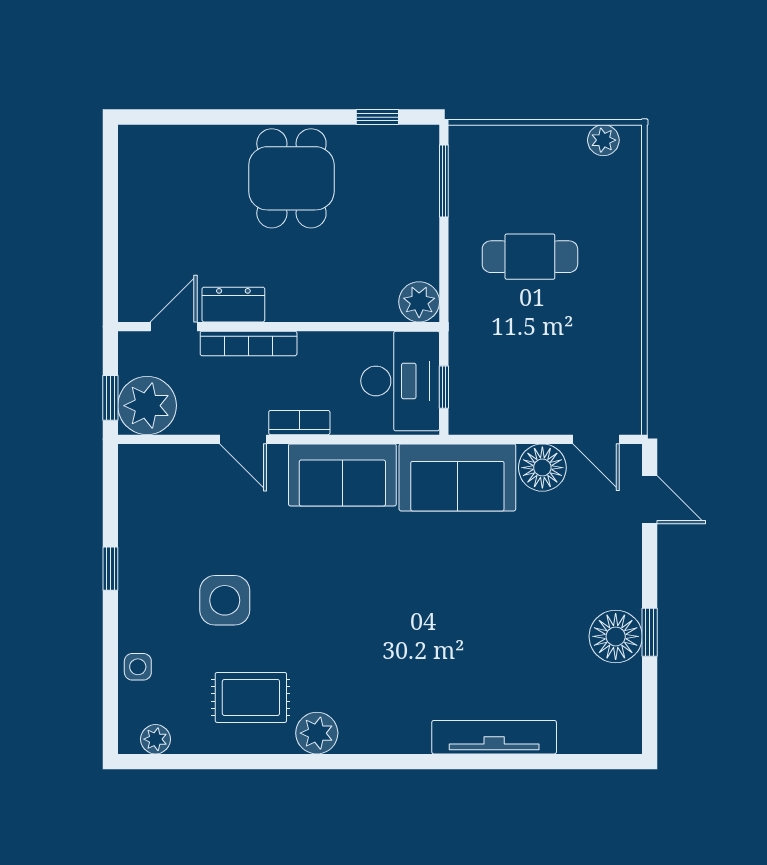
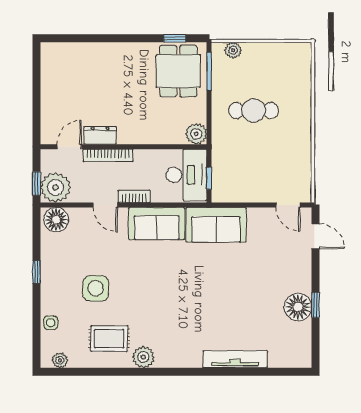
plant: (603, 140) -> (233, 50), moved
dining table: (291, 178) -> (178, 71), moved
floor lamp: (542, 468) -> (56, 220), moved

